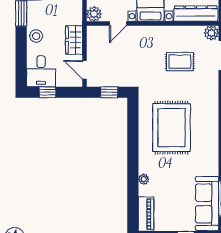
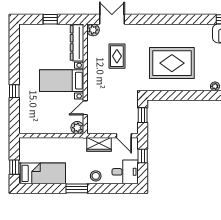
door: (118, 23) -> (85, 108), swing flipped
door: (84, 70) -> (124, 136), hinge flipped
window: (47, 92) -> (143, 156), moved

